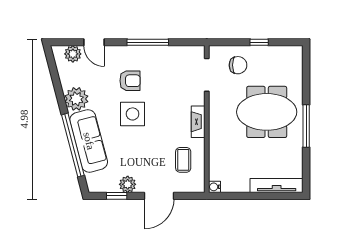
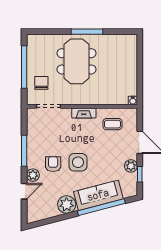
window: (259, 42) -> (24, 67), width x3.17
plant: (73, 54) -> (33, 175), moved
tv unit: (277, 186) -> (132, 54), removed

